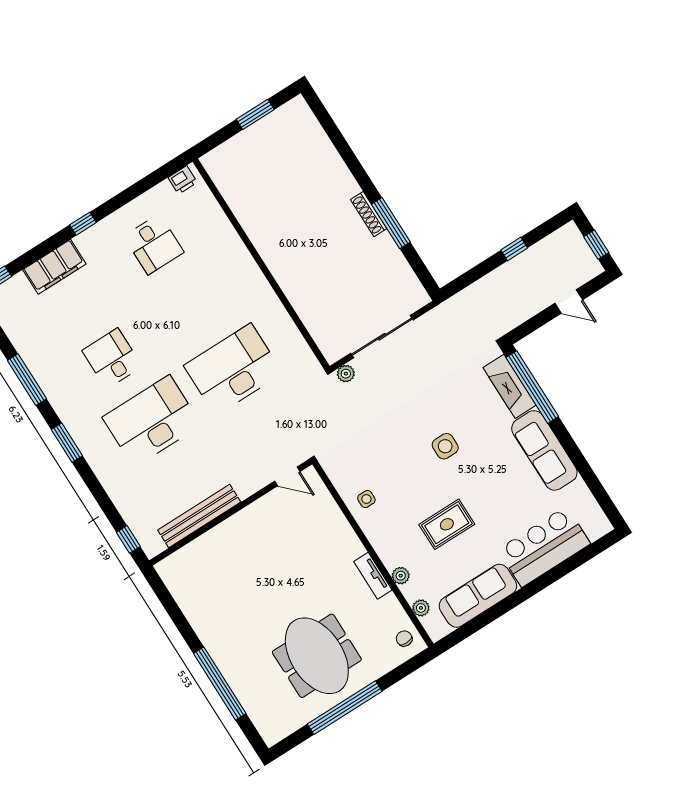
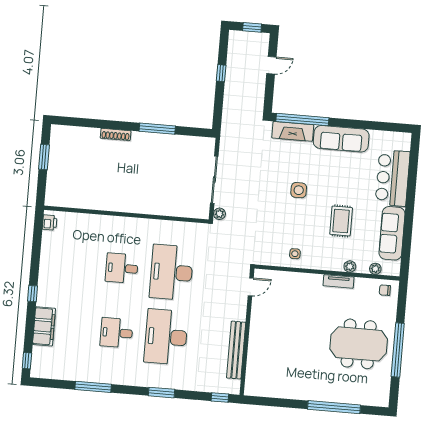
shoe rack: (369, 214) -> (116, 134), moved
desk: (154, 244) -> (122, 268), moved, turned 180
window: (67, 443) -> (161, 393), moved

